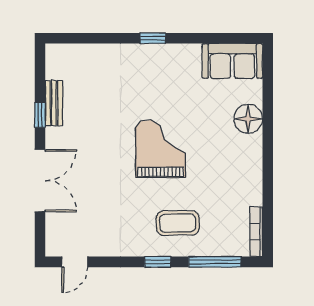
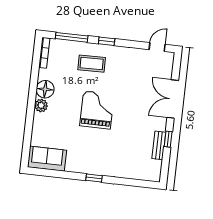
floor lamp: (248, 119) -> (45, 89), moved
plant: (252, 146) -> (41, 105), added
grand piano: (161, 149) -> (97, 110), turned 180

